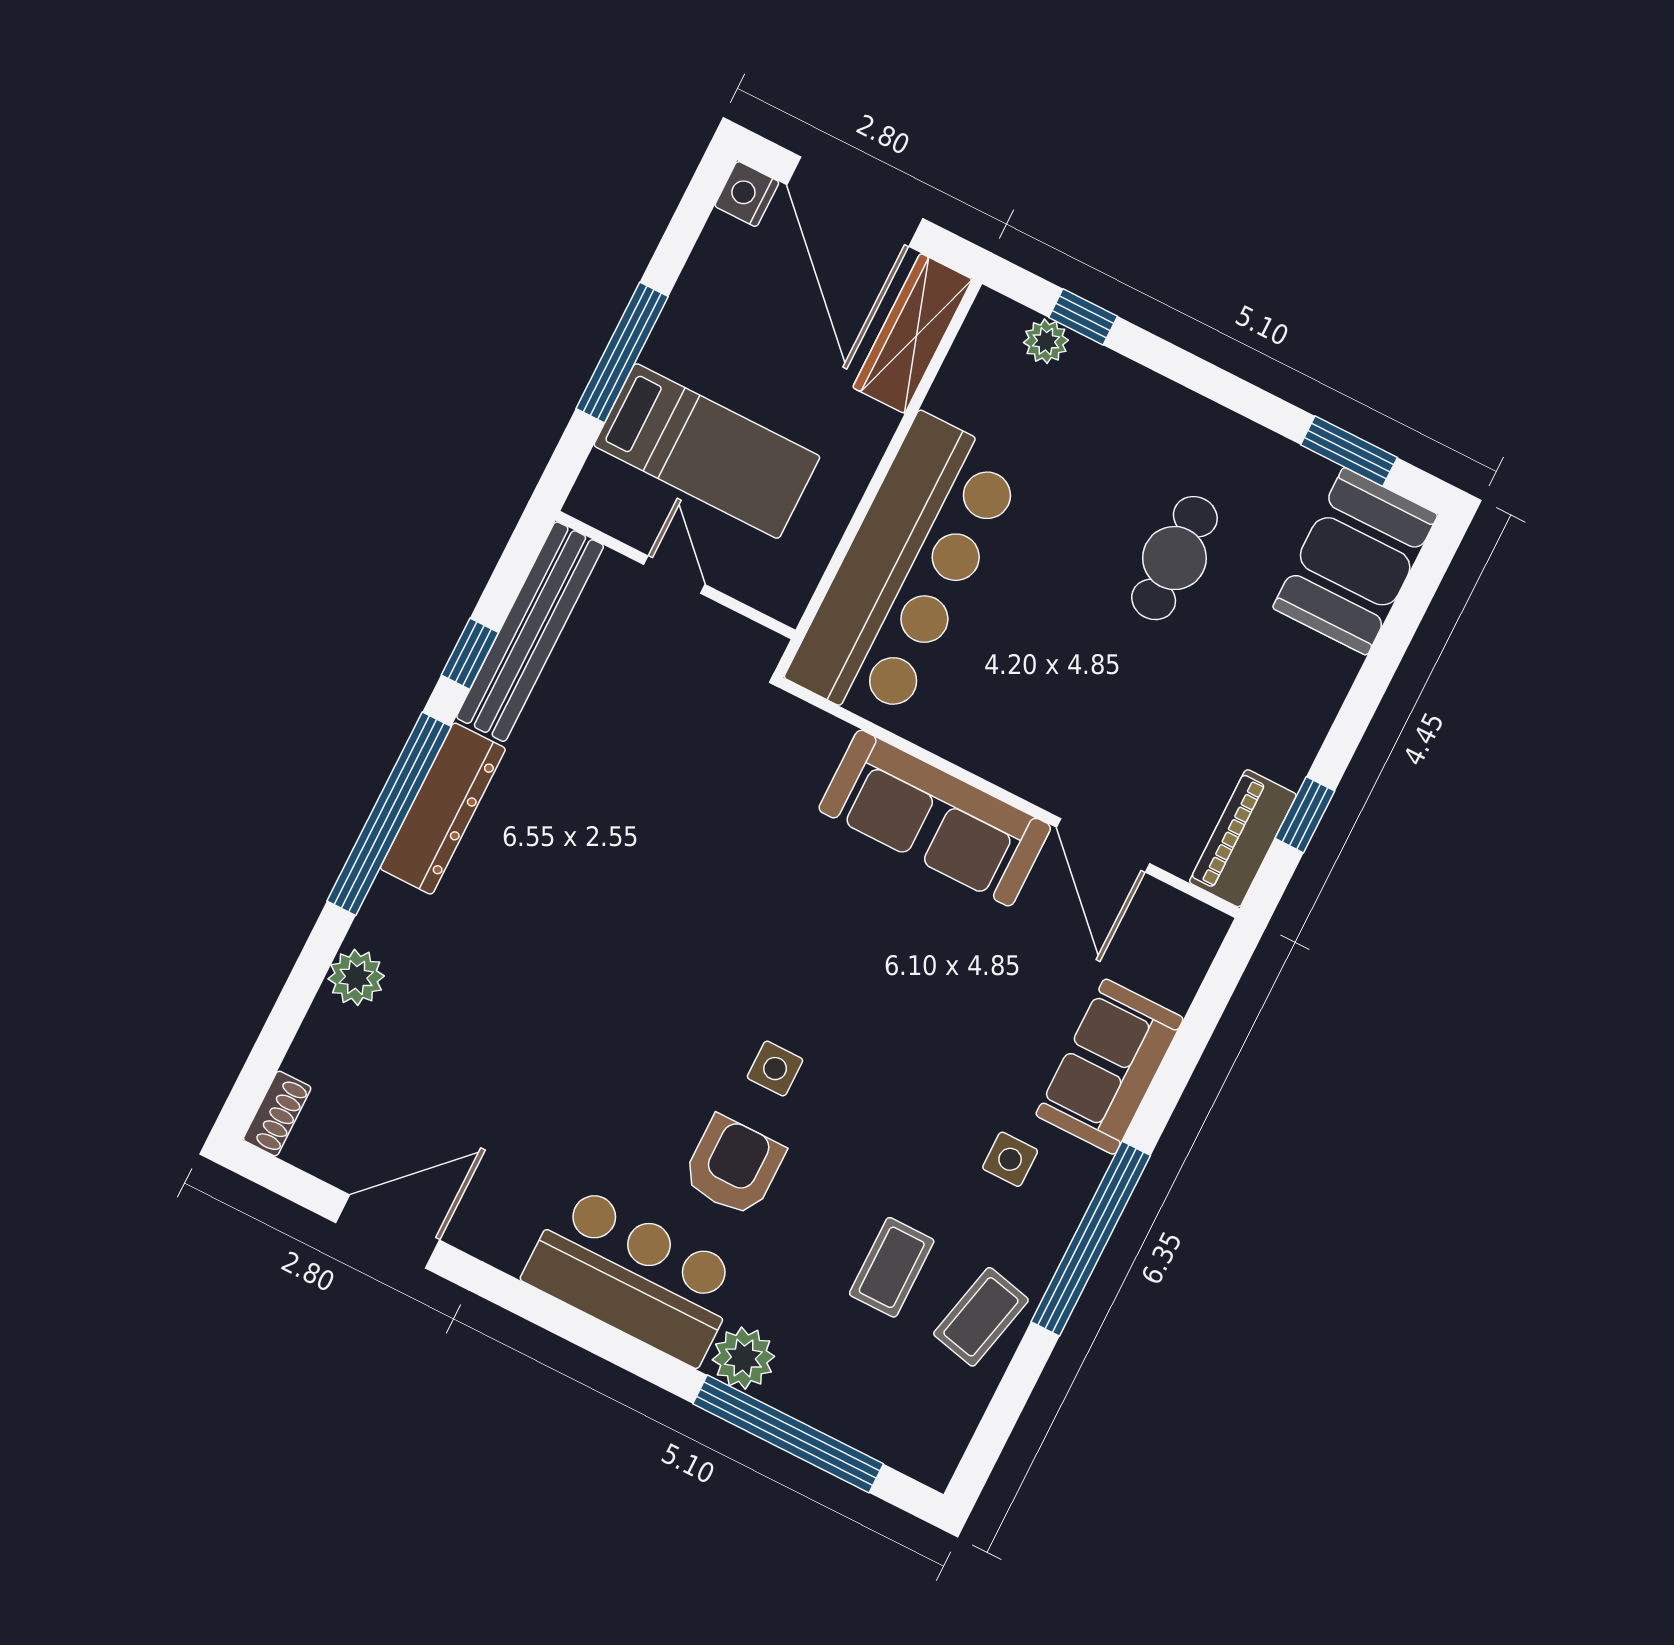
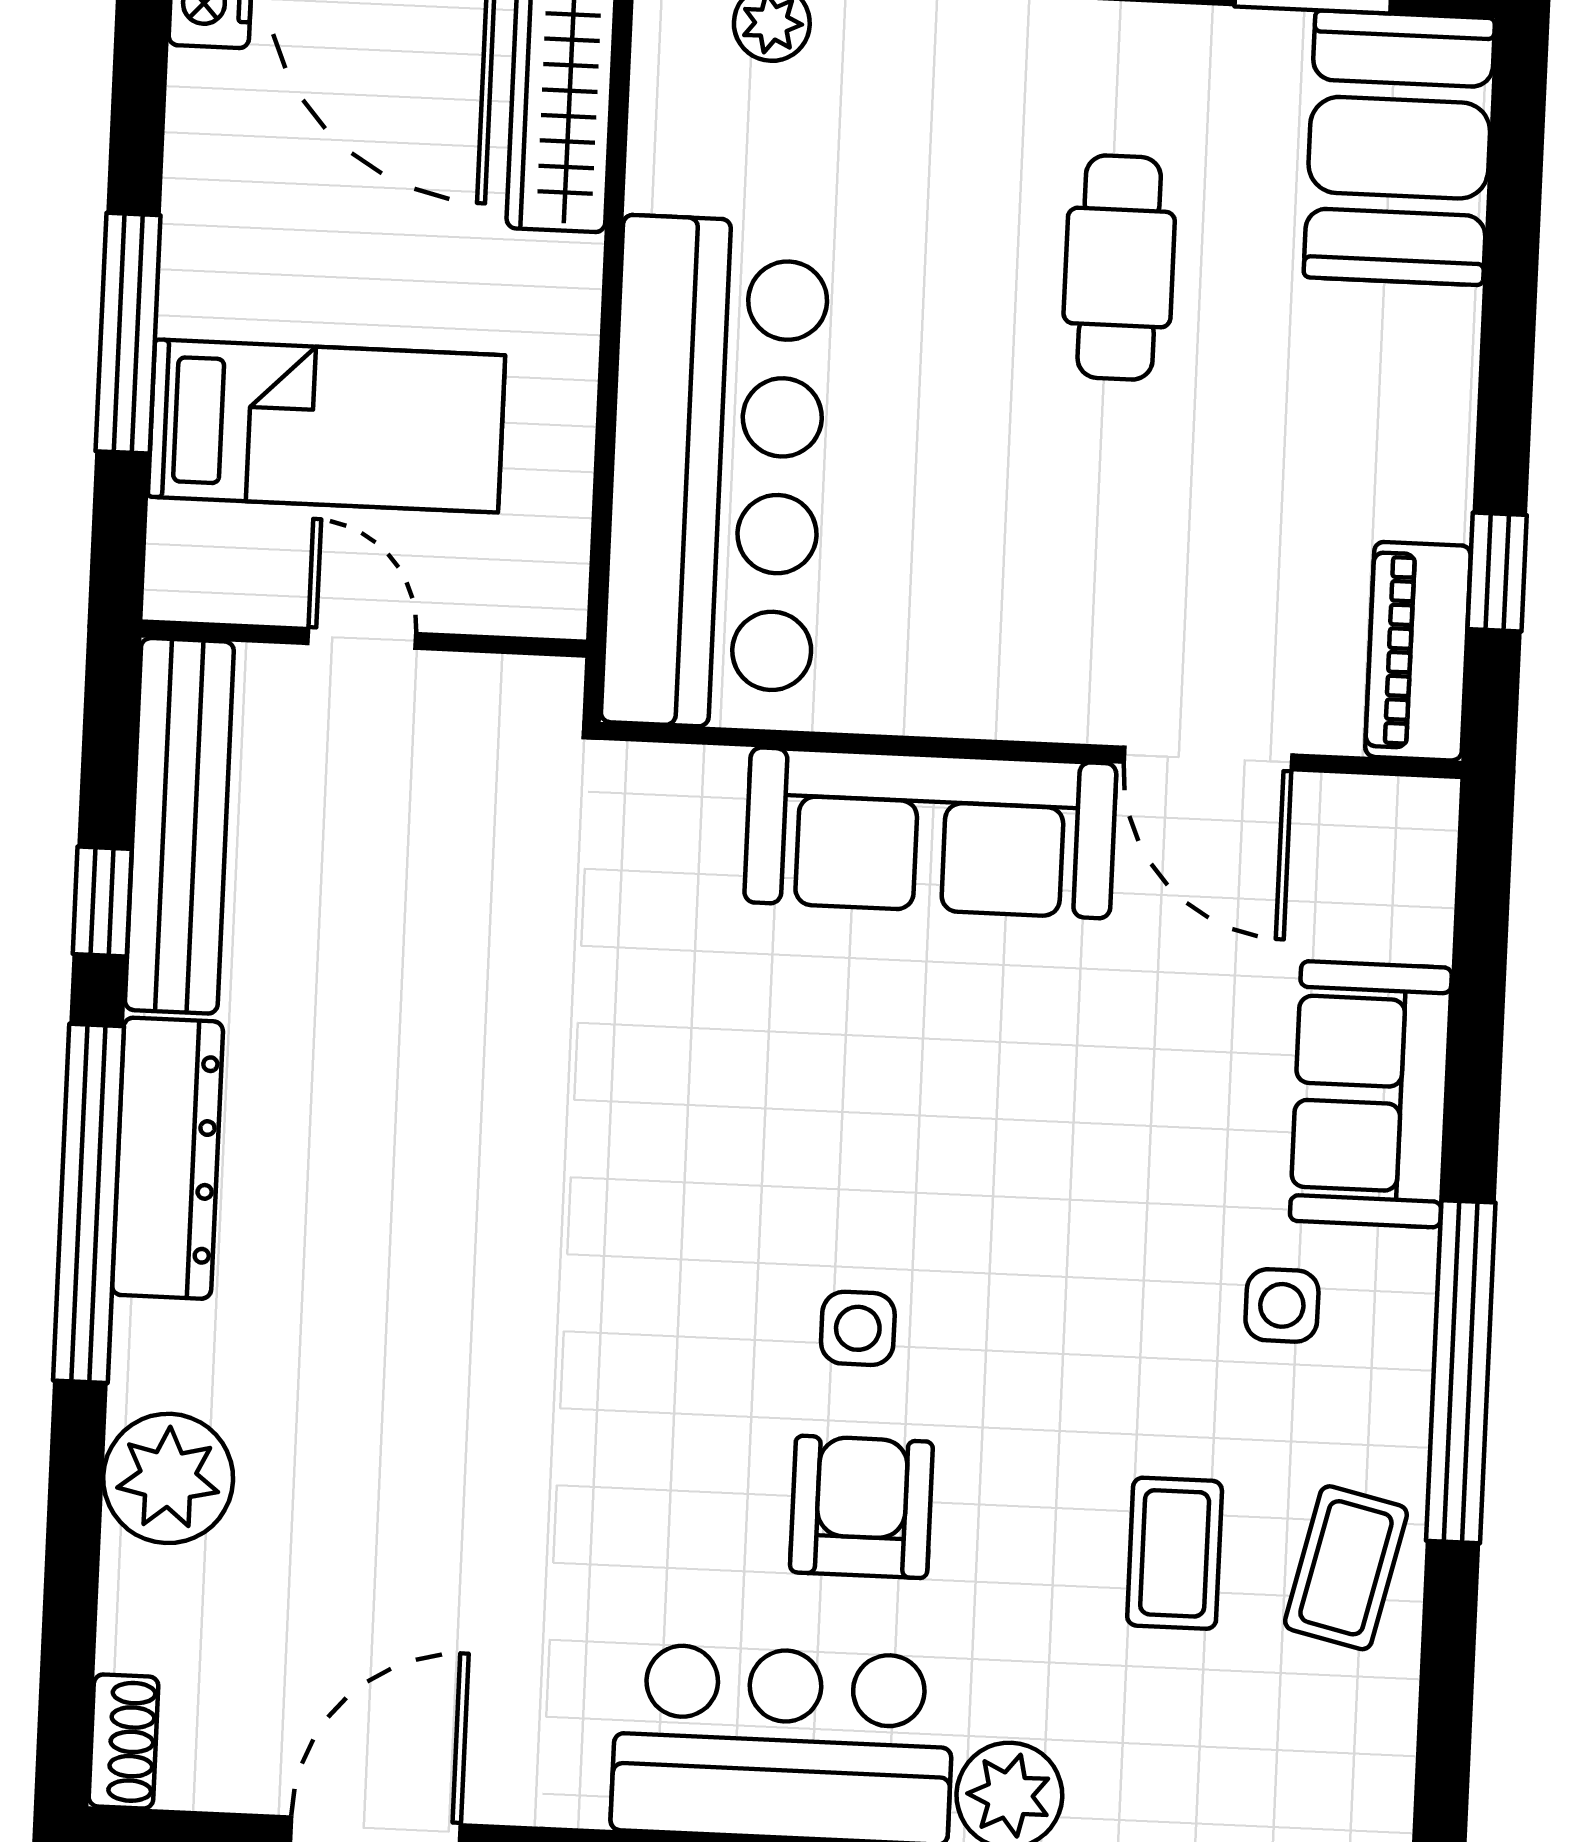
plant: (356, 977) -> (168, 1478), width x1.36, depth x1.36

